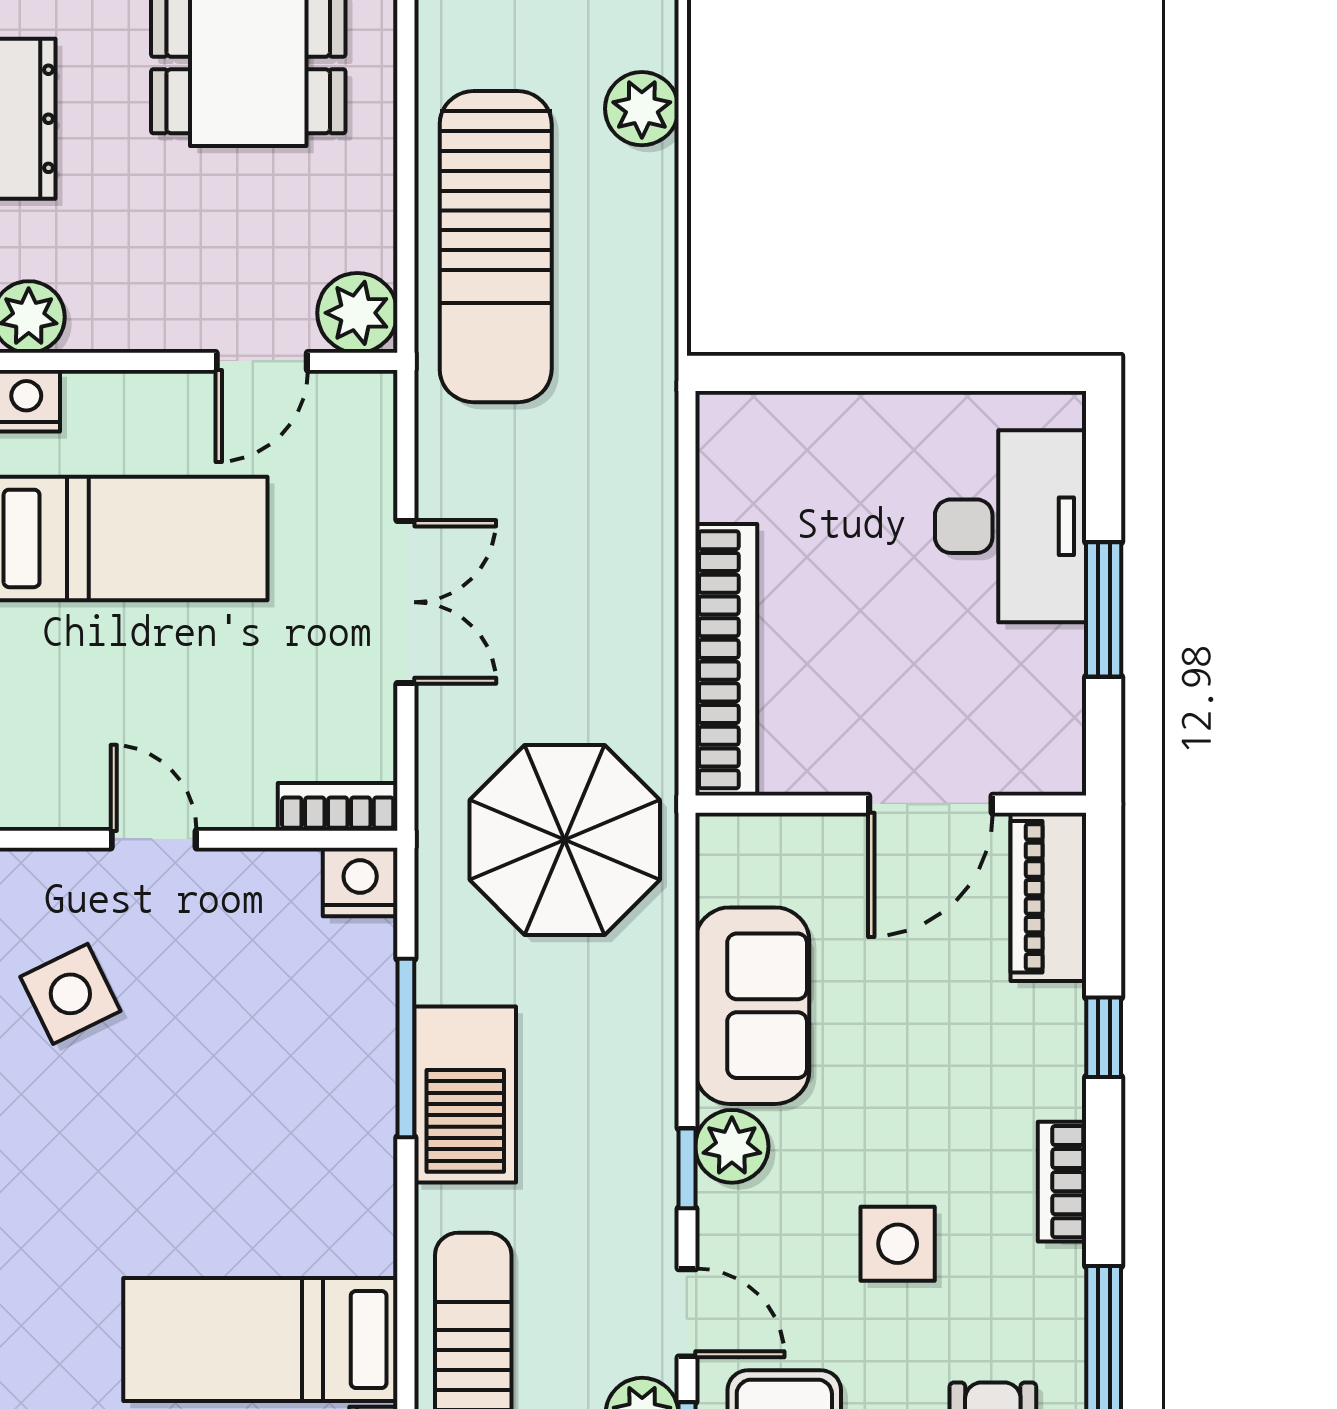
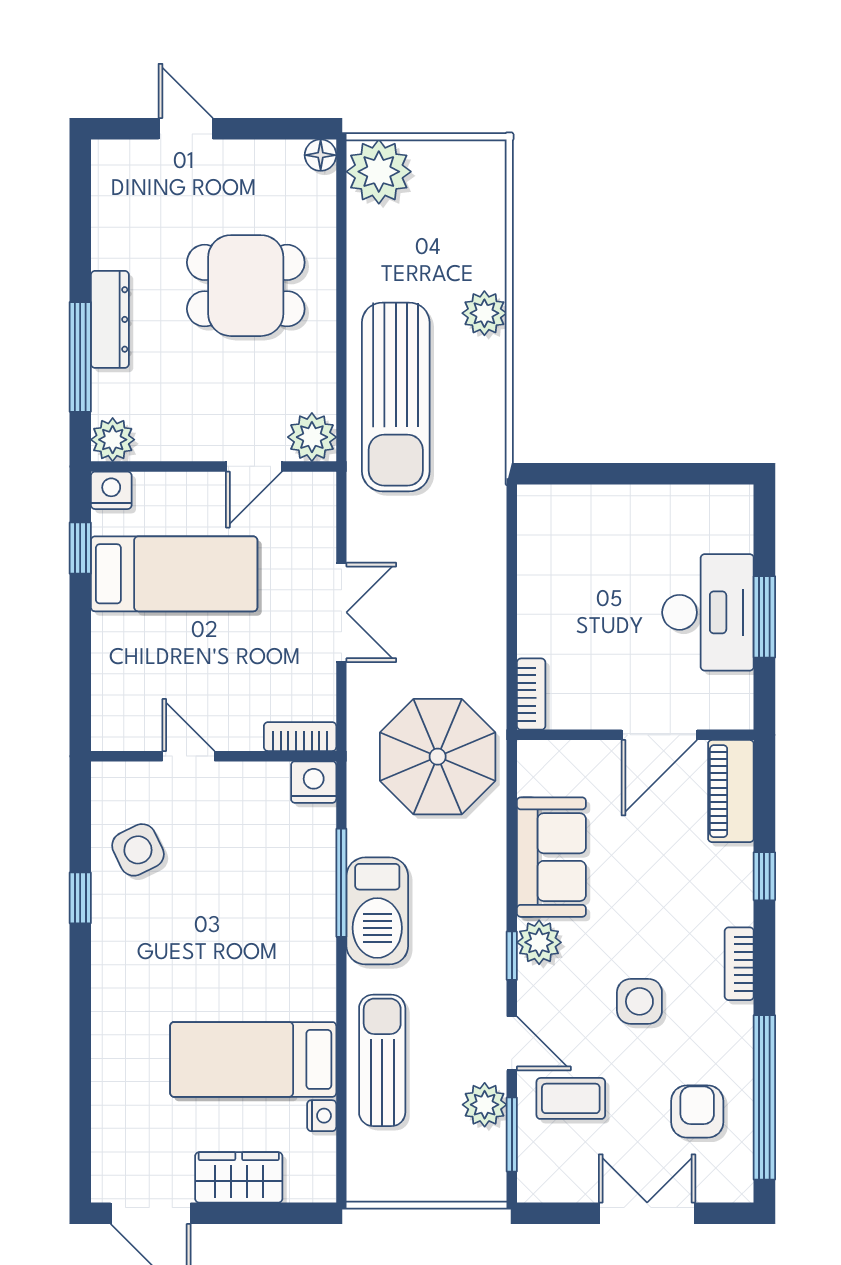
desk: (1011, 526) -> (708, 612), moved
bookcase: (726, 660) -> (531, 694), width x0.43, depth x0.76

